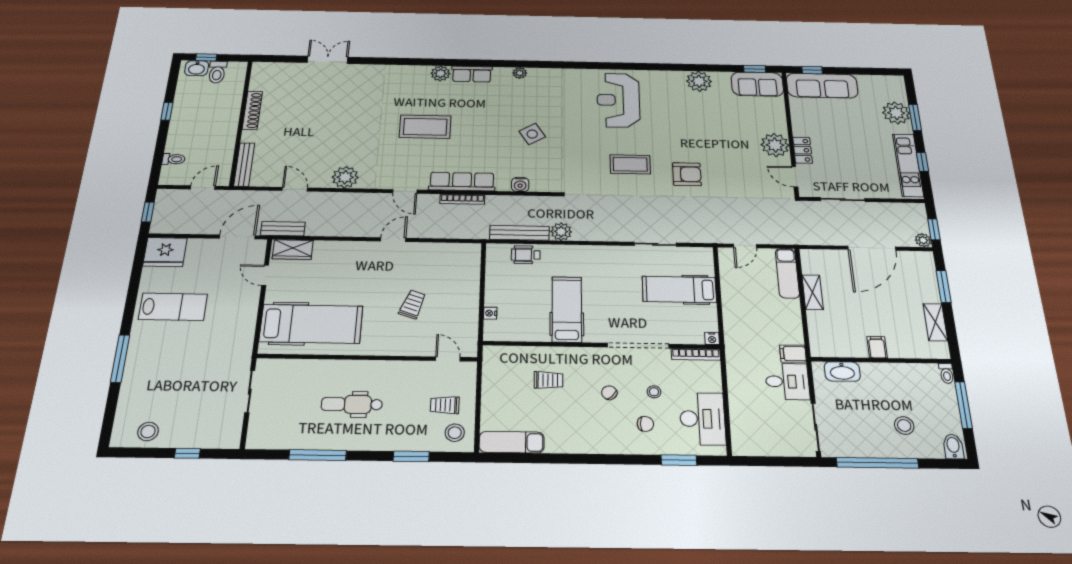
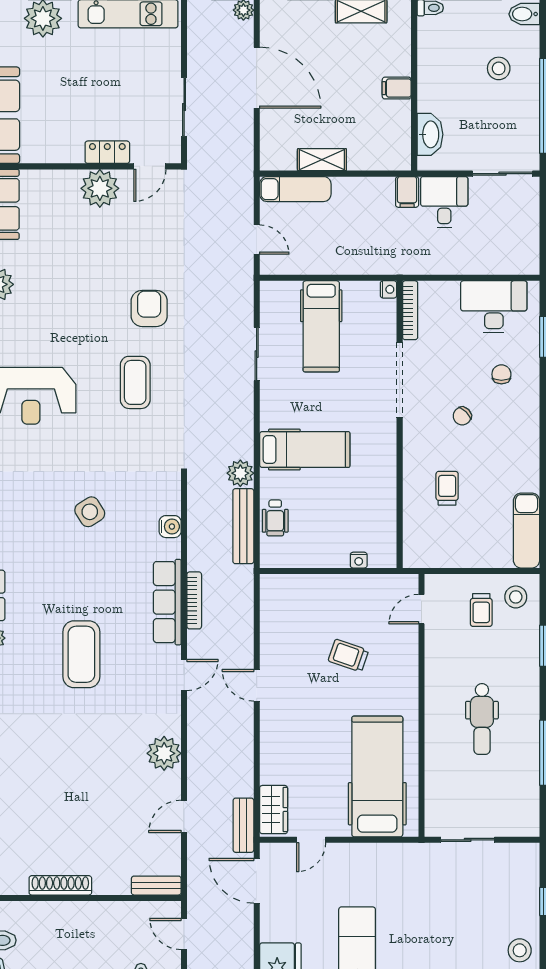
bench: (244, 165) -> (156, 886), width x0.73
hospital bed: (567, 309) -> (305, 450), moved, turned 180
stool: (654, 392) -> (460, 363), removed

